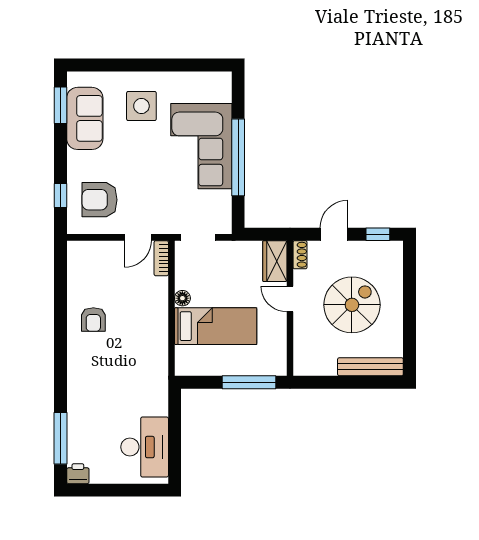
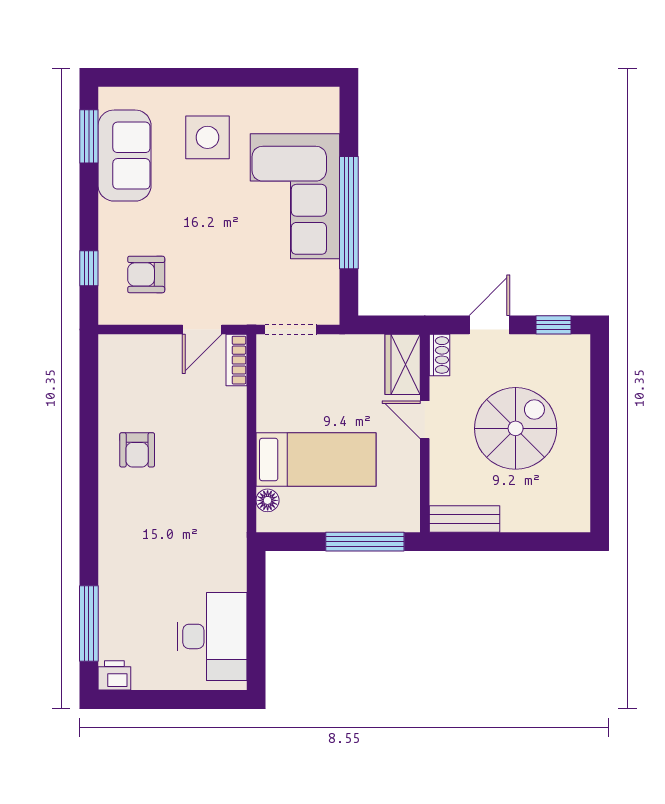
armchair: (100, 200) -> (146, 274), width x0.72, depth x0.72
floor lamp: (182, 298) -> (268, 500), moved
bench: (370, 367) -> (465, 519), moved, width x0.73

